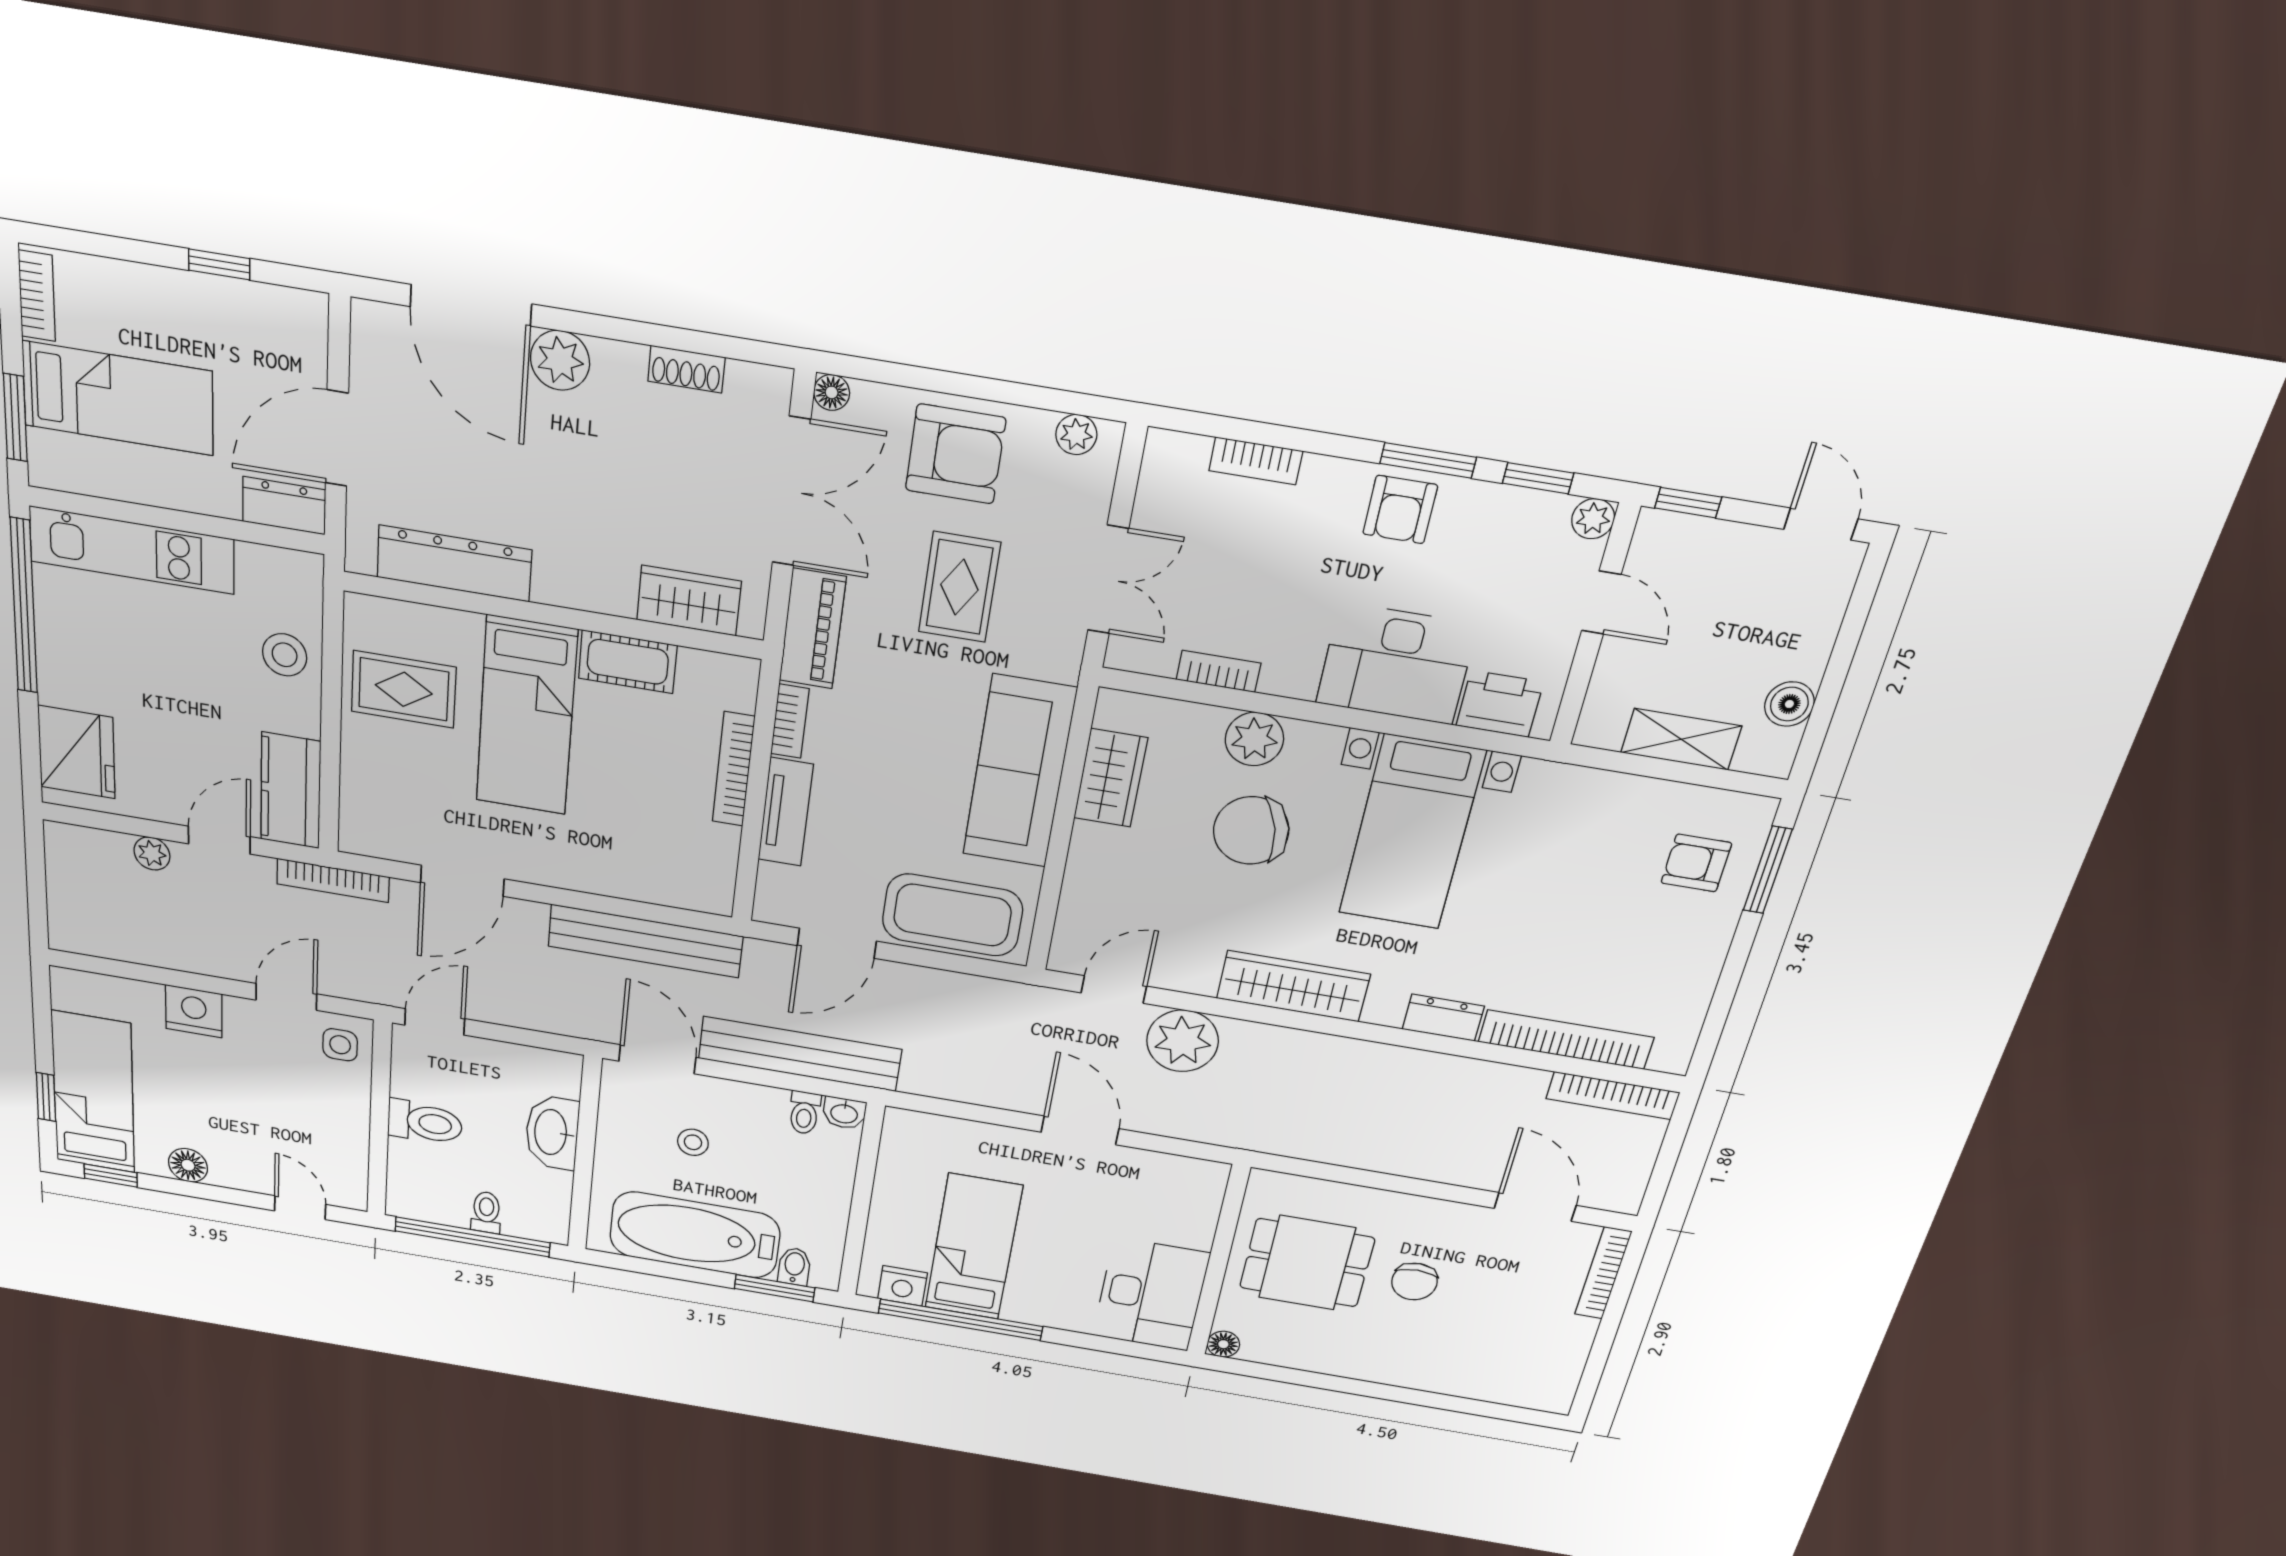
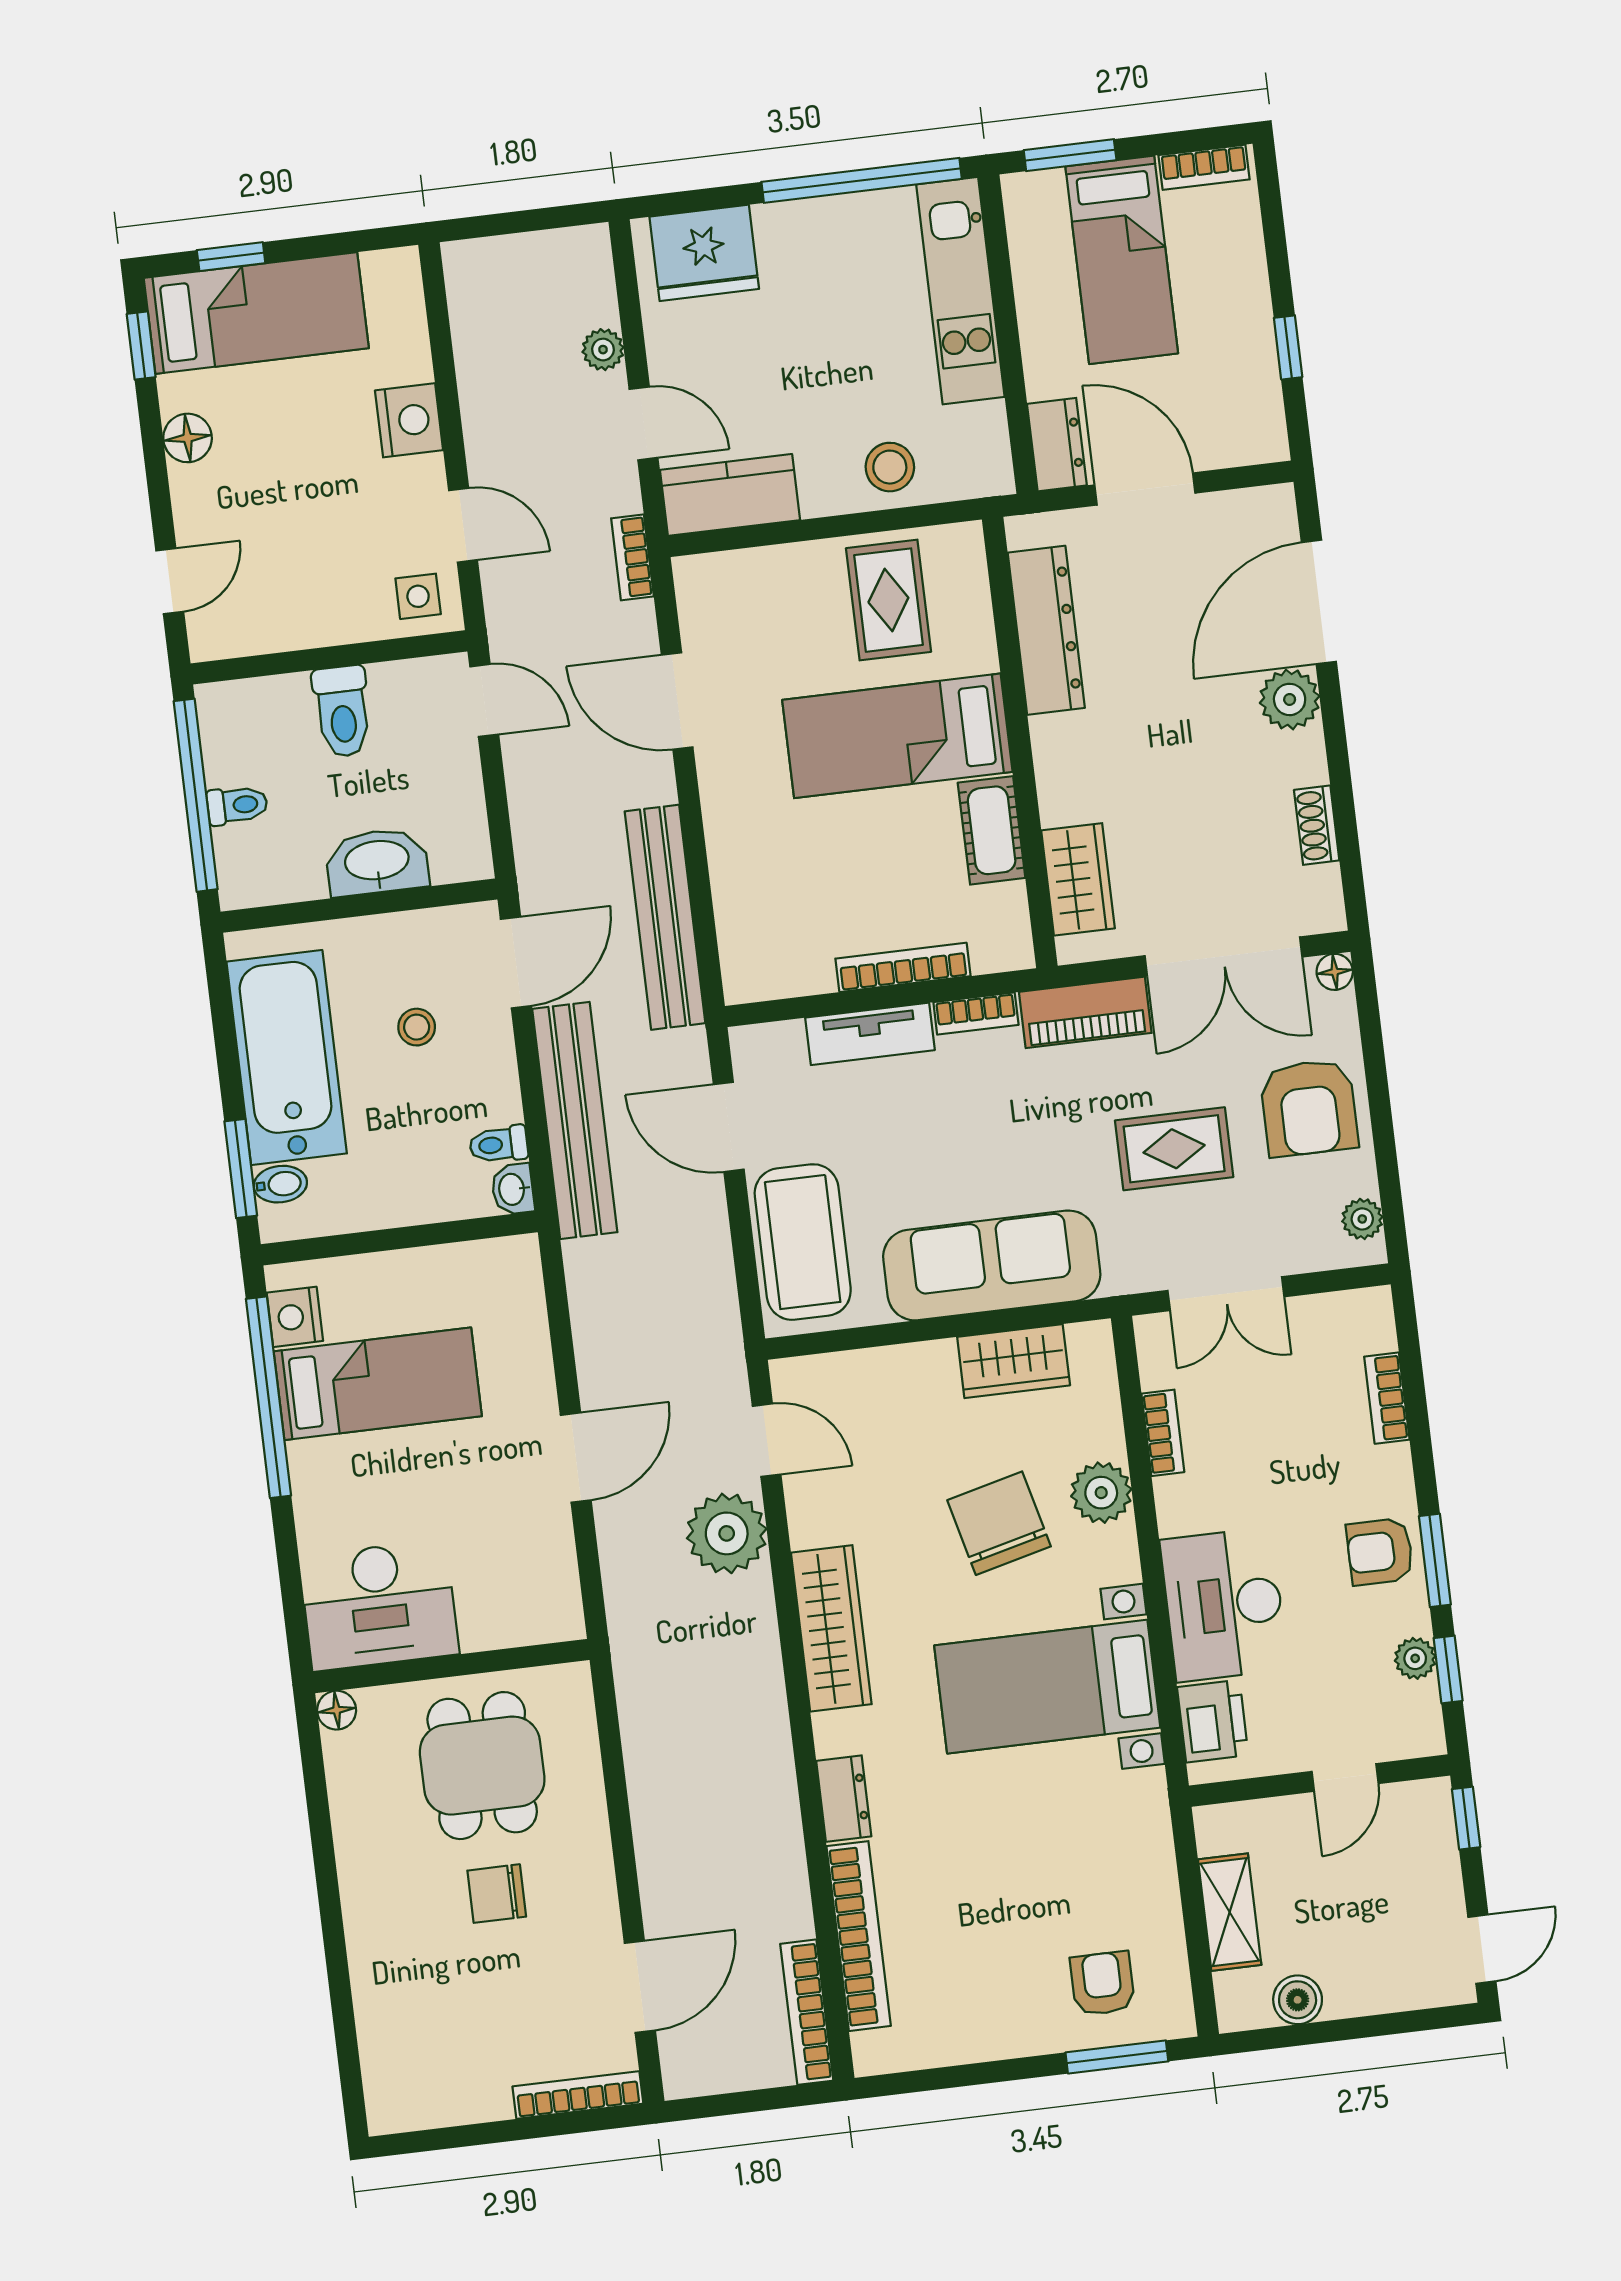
plant: (1593, 519) -> (1415, 1658), moved
bookcase: (333, 880) -> (632, 557), width x0.64

